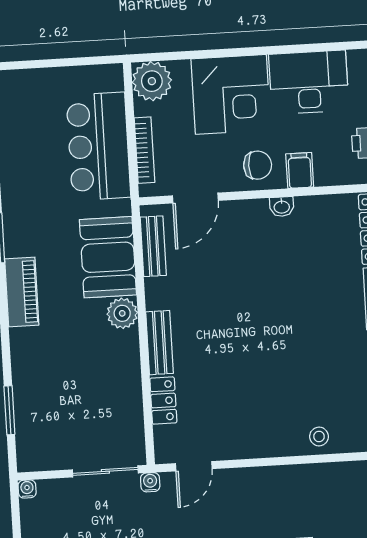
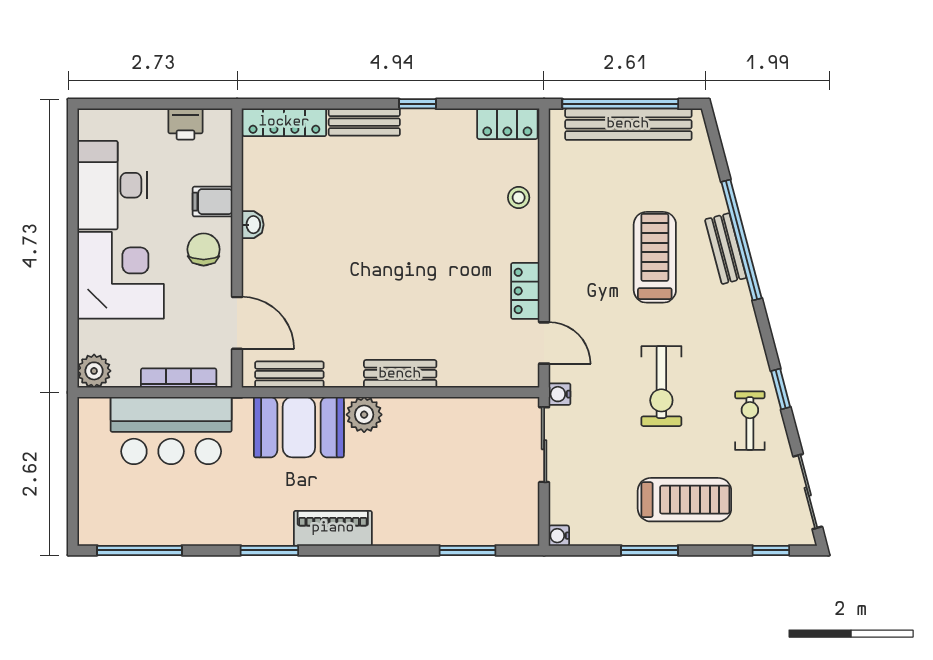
plant: (152, 81) -> (94, 371), width x0.73, depth x0.73
locker: (163, 401) -> (525, 291), moved, turned -90

